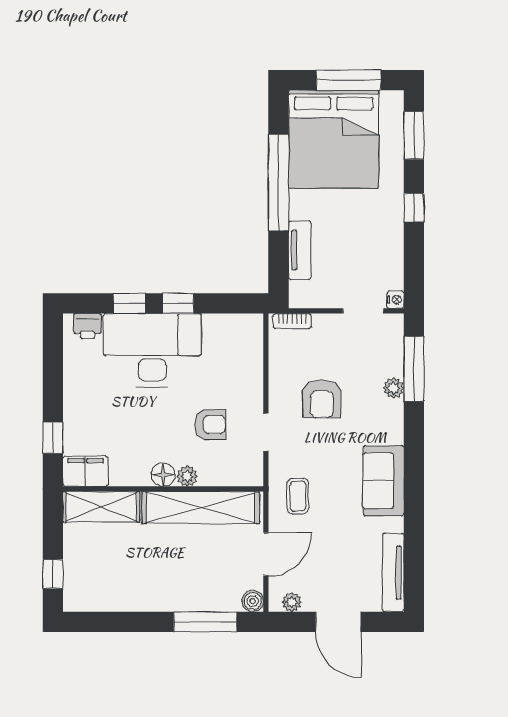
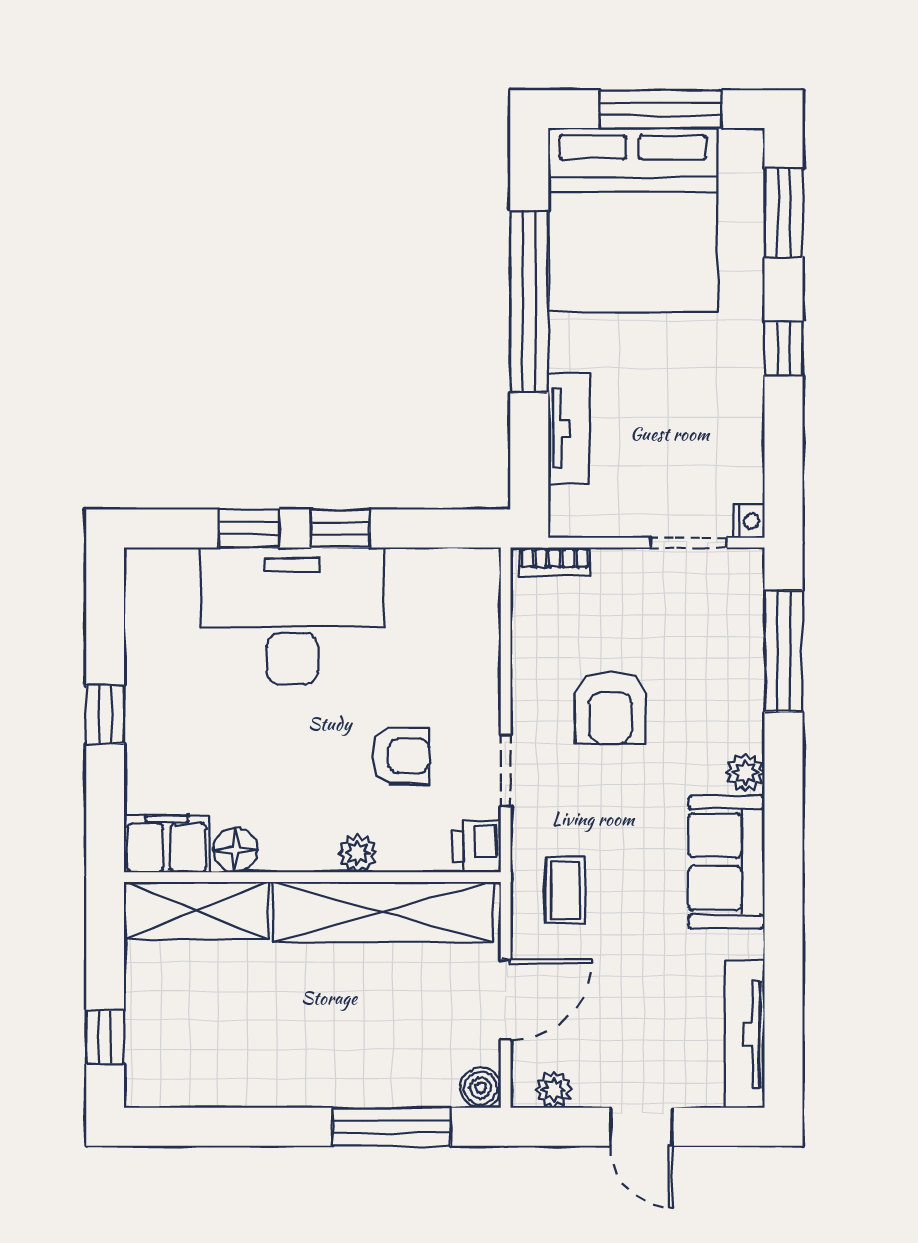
printer: (87, 326) -> (477, 846), moved, turned 90
plant: (394, 388) -> (745, 772), moved
window: (53, 438) -> (105, 715), moved
floor lamp: (163, 475) -> (235, 850), moved
door: (338, 622) -> (642, 1127), width x0.73

